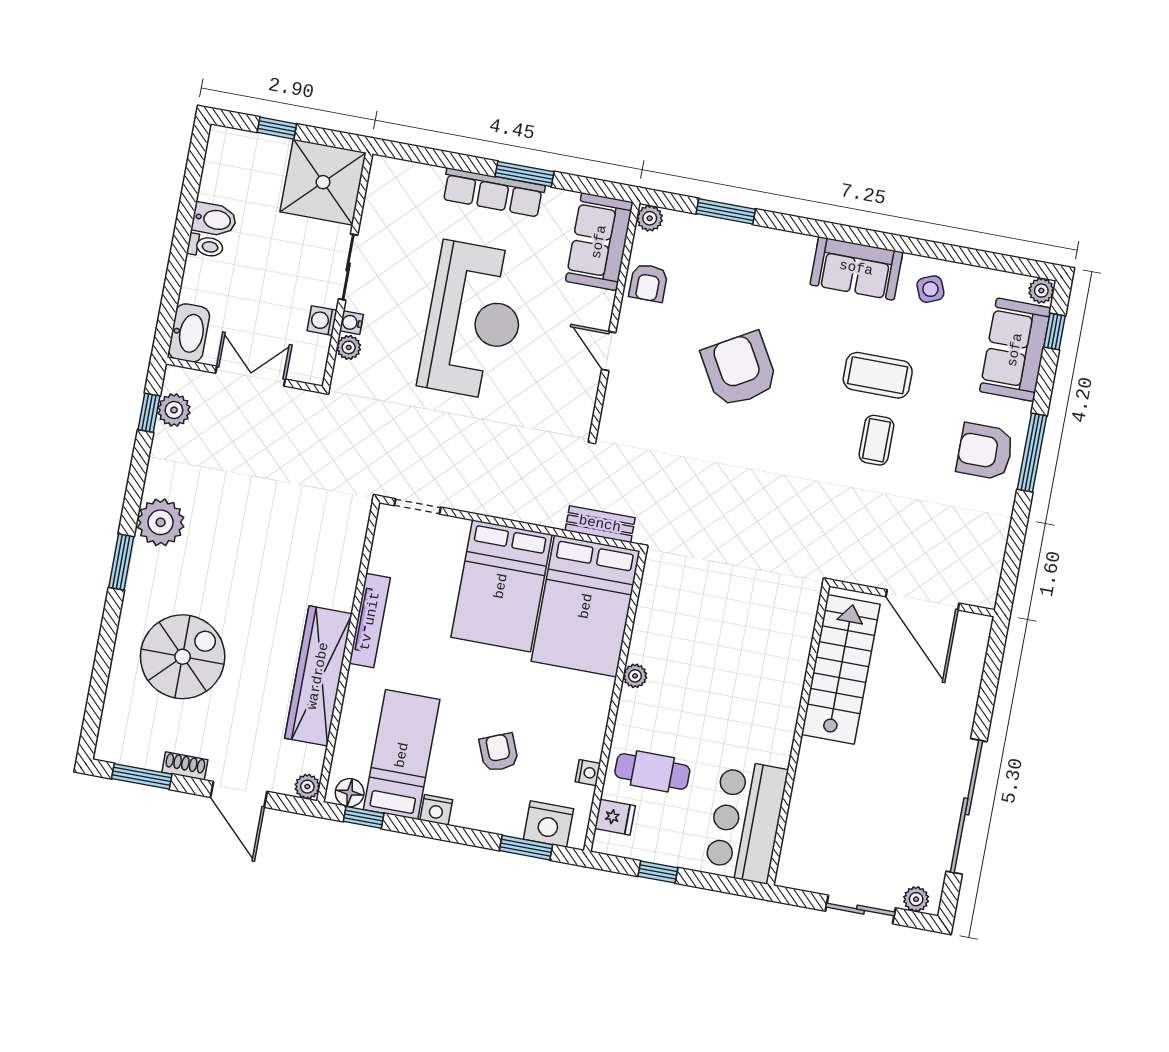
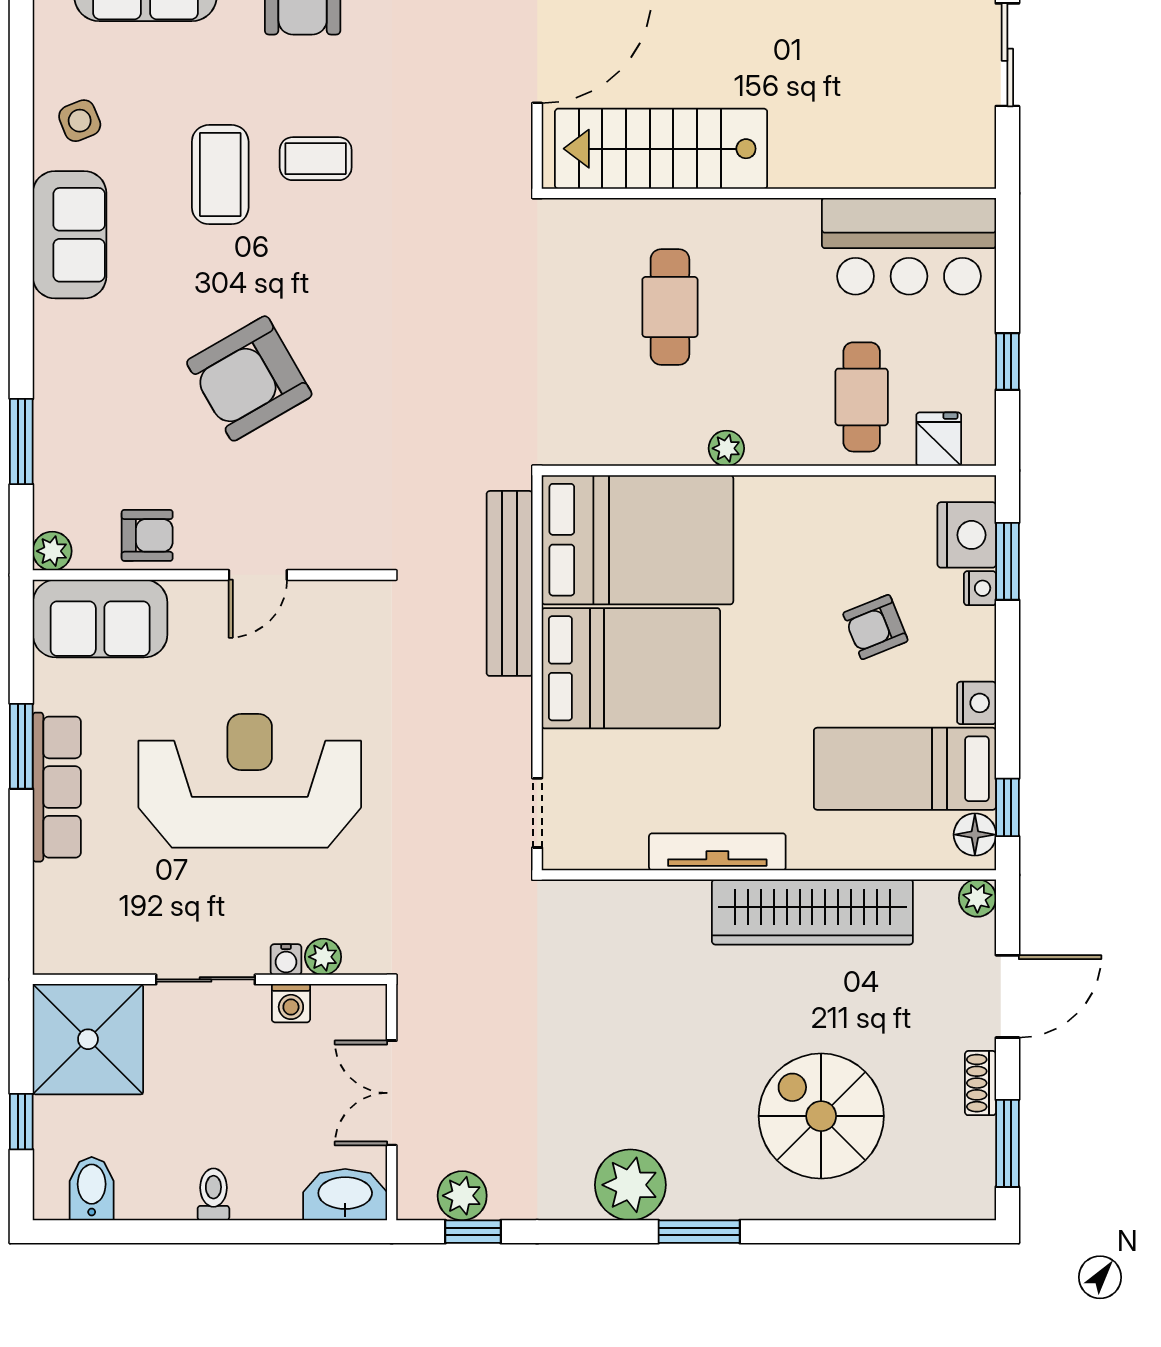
bidet: (214, 219) -> (92, 1189), moved
bench: (600, 524) -> (510, 583), width x1.86, depth x1.21
cafe table: (735, 656) -> (670, 307), added
nightstand: (588, 773) -> (980, 588), moved, turned 90

